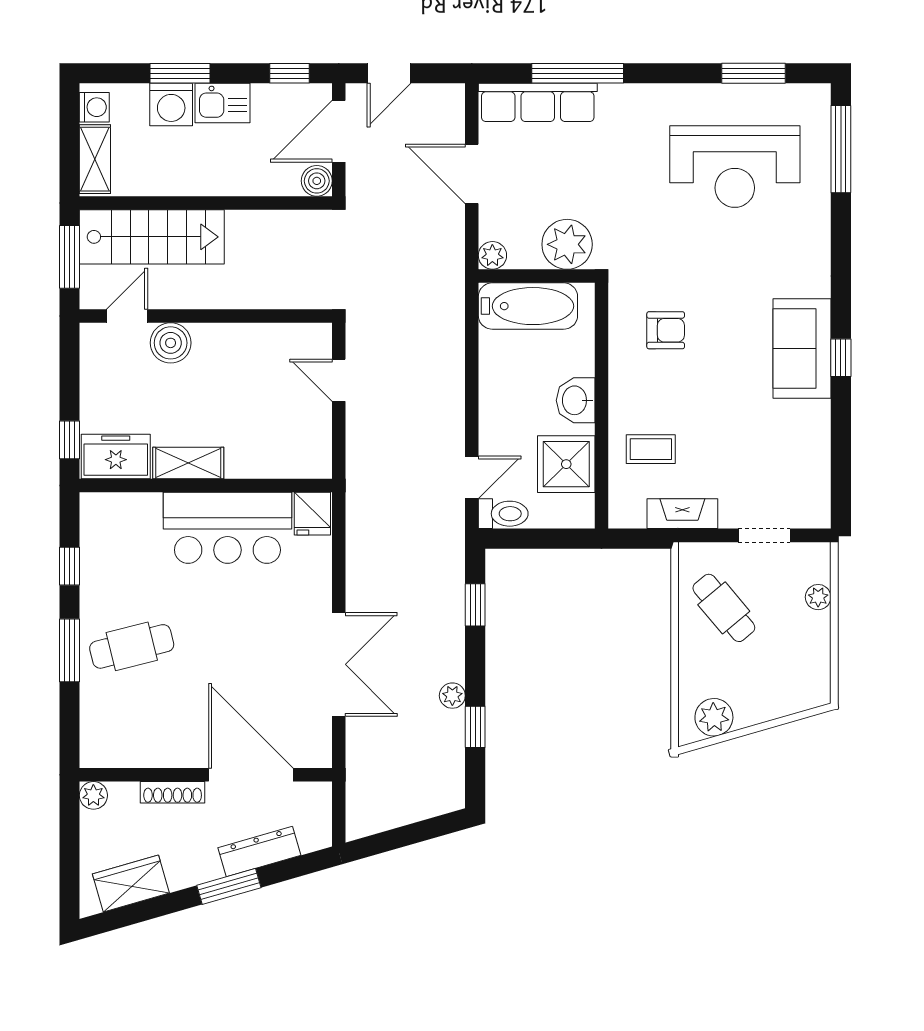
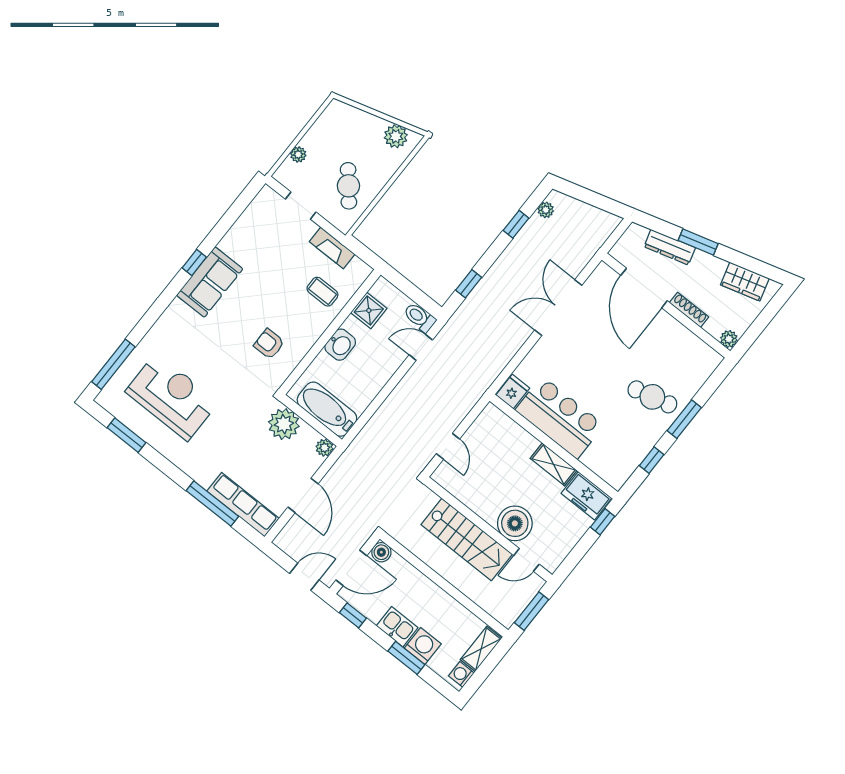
stairs: (152, 237) -> (467, 539), moved, turned 180
boiler: (171, 343) -> (515, 523), width x1.37, depth x1.37
shower: (566, 464) -> (369, 310), width x0.73, depth x0.73
plant: (452, 696) -> (546, 210), moved

